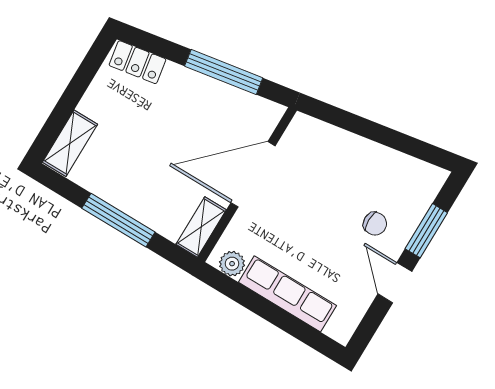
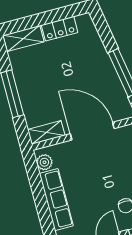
locker: (137, 62) -> (60, 29), moved, turned -80

